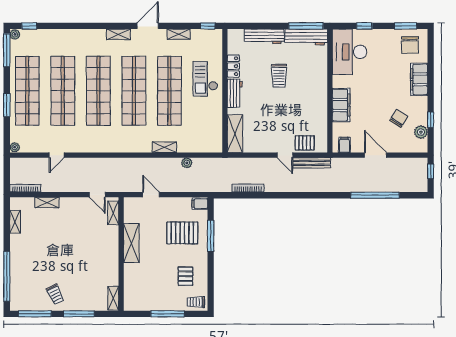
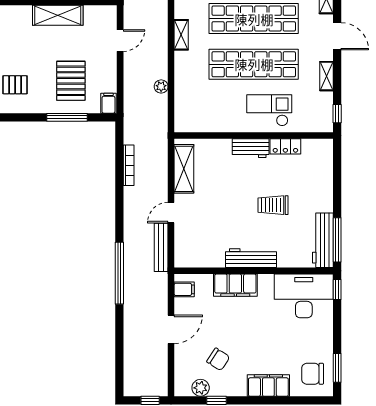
window: (364, 26) -> (337, 290), moved
workbench: (264, 36) -> (251, 258), moved, turned 90
shelving: (235, 134) -> (184, 169), moved, turned 90
pallet: (305, 143) -> (187, 238), removed
shelving: (164, 147) -> (181, 35), moved
window: (375, 195) -> (119, 273), moved

